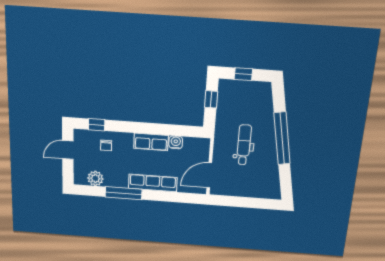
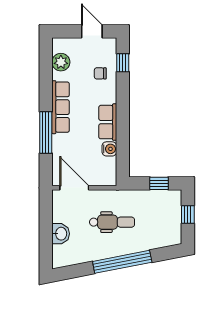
row of seats: (153, 183) -> (61, 107), moved
washbasin: (250, 190) -> (61, 234), added
window: (124, 193) -> (46, 133), moved

